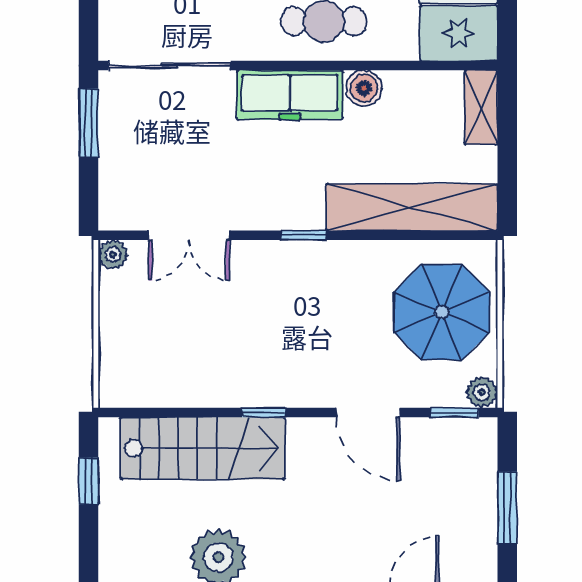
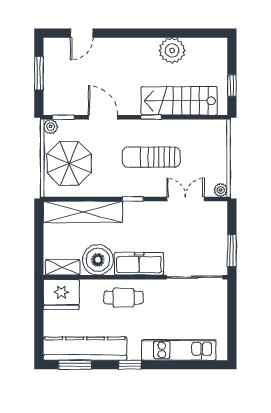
boiler: (364, 88) -> (98, 260), width x1.86, depth x1.86
shelving: (481, 107) -> (63, 267), moved, turned 90
sun lounger: (264, 326) -> (151, 157), added

